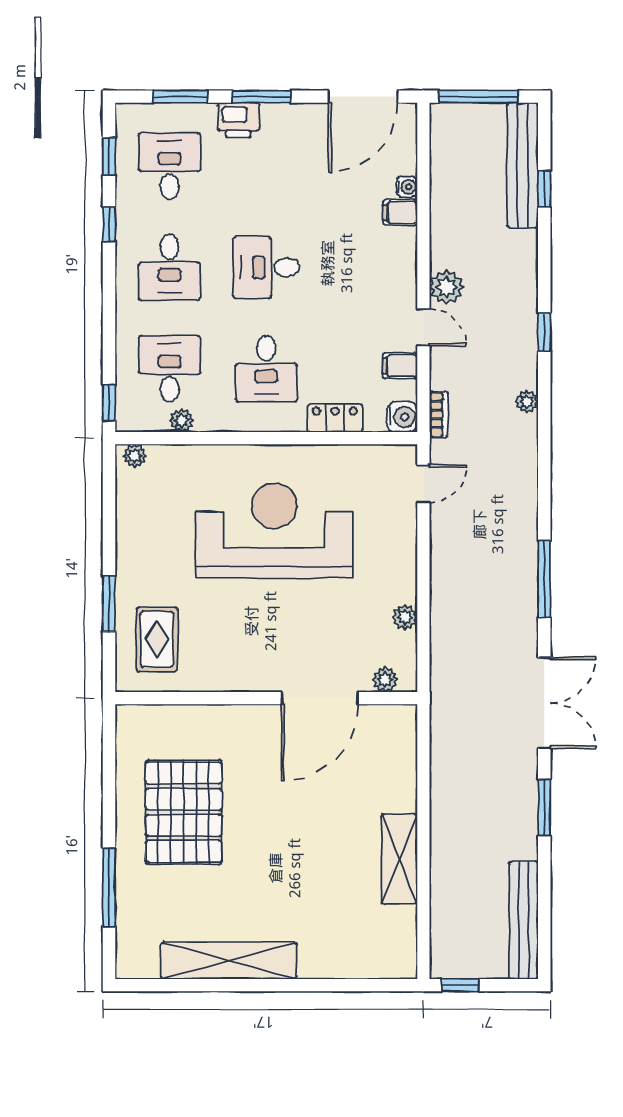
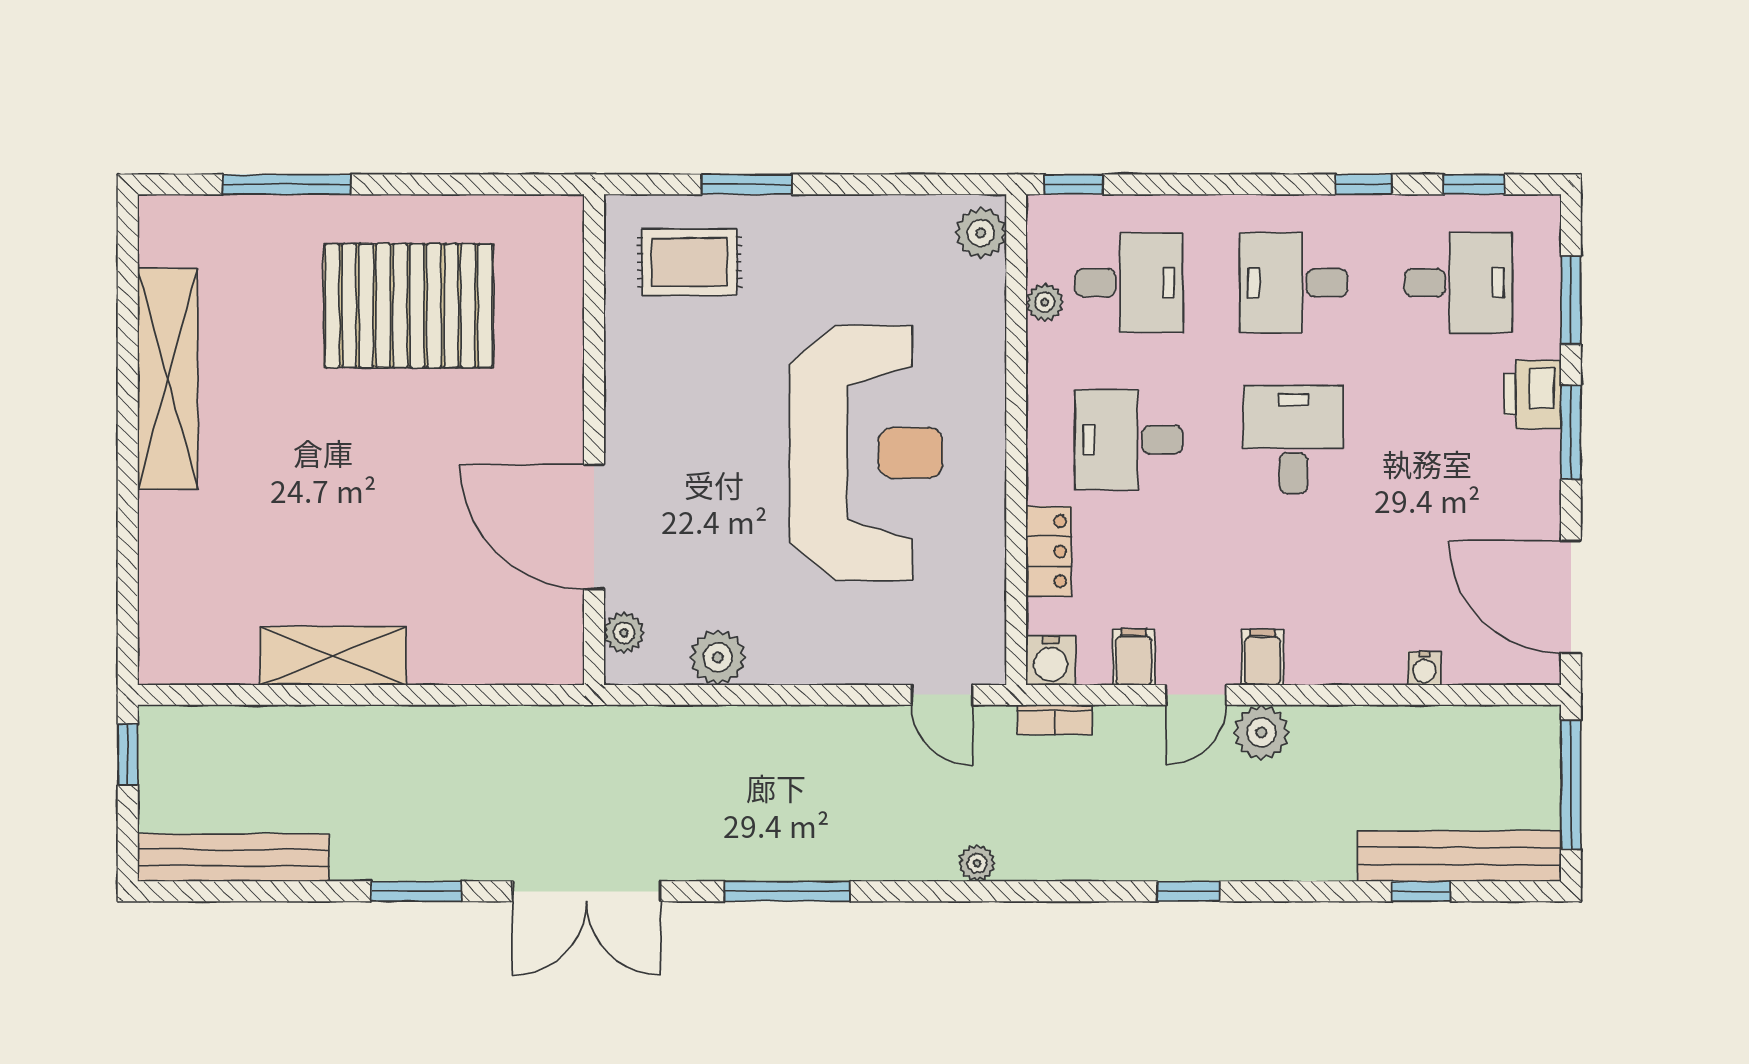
filing cabinet: (400, 212) -> (1262, 657), moved
plant: (527, 401) -> (977, 863), moved
plant: (135, 456) -> (981, 233), width x1.38, depth x1.38
plant: (405, 617) -> (718, 657), width x1.38, depth x1.38

